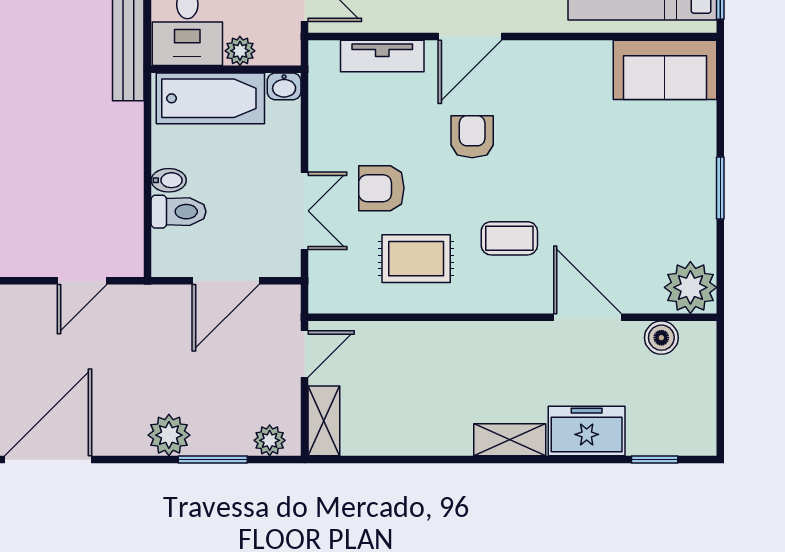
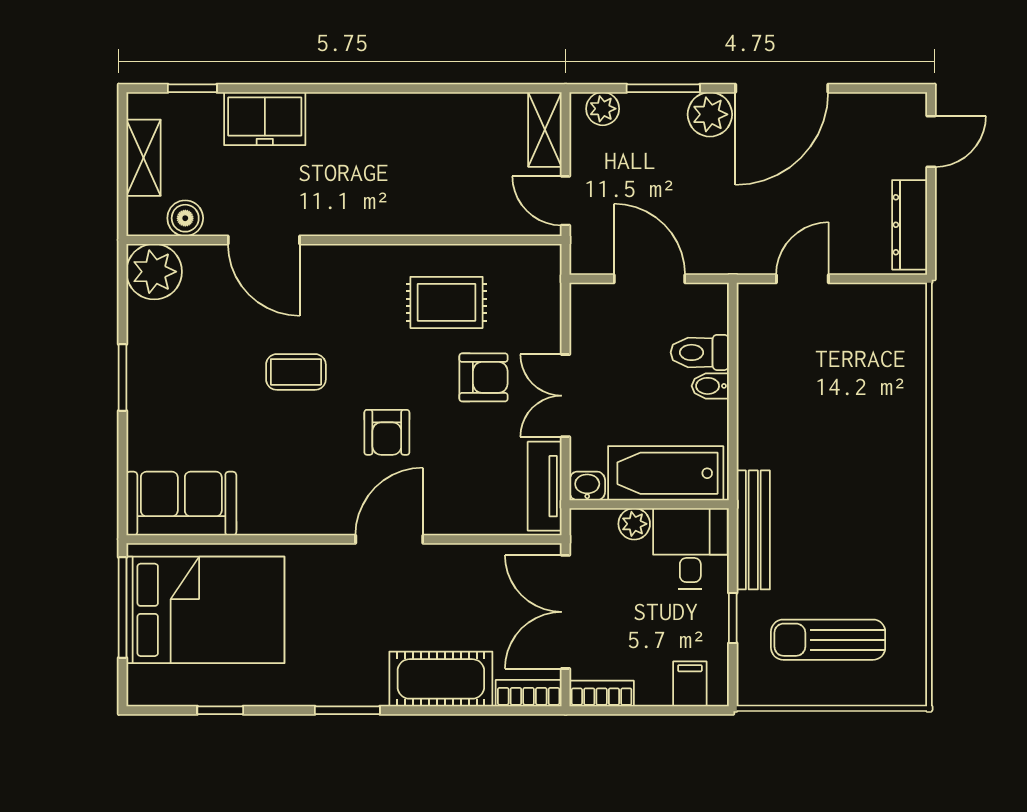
tv unit: (382, 56) -> (545, 486), moved, turned -90
double door: (304, 211) -> (566, 396), moved
coffee table: (509, 238) -> (296, 372), moved
door: (226, 281) -> (650, 279), hinge flipped
door: (304, 354) -> (566, 201), hinge flipped
shelving: (510, 440) -> (143, 158), moved, turned 90
door: (48, 460) -> (782, 88), moved

